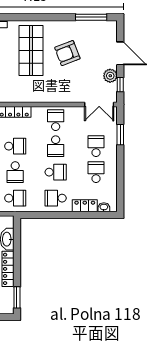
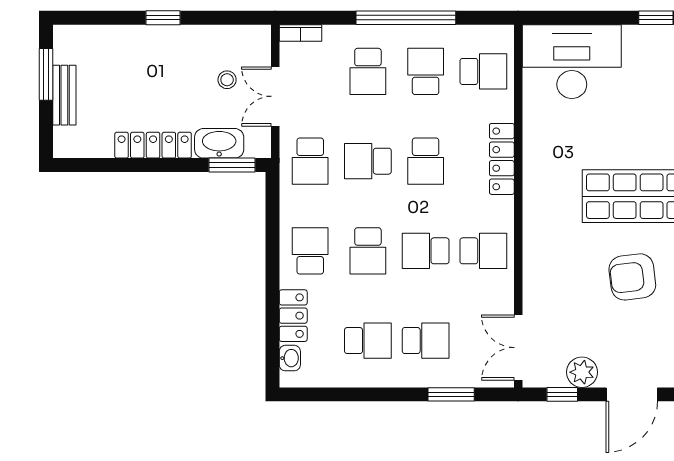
armchair: (67, 53) -> (632, 277), turned -76
window: (17, 297) -> (232, 165), moved

